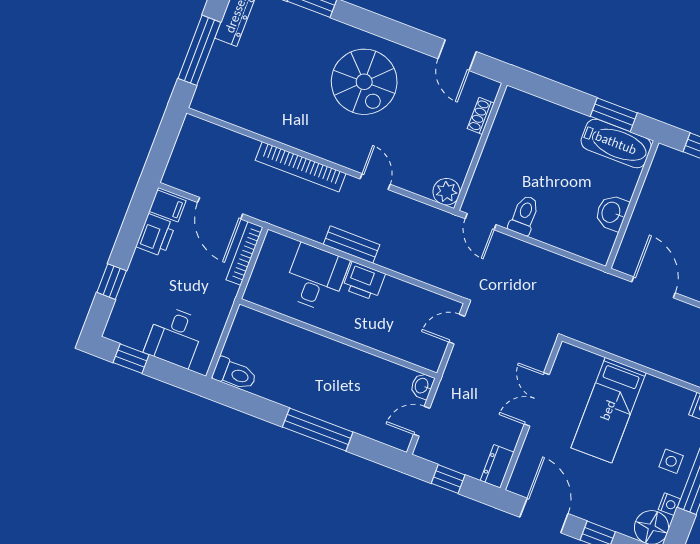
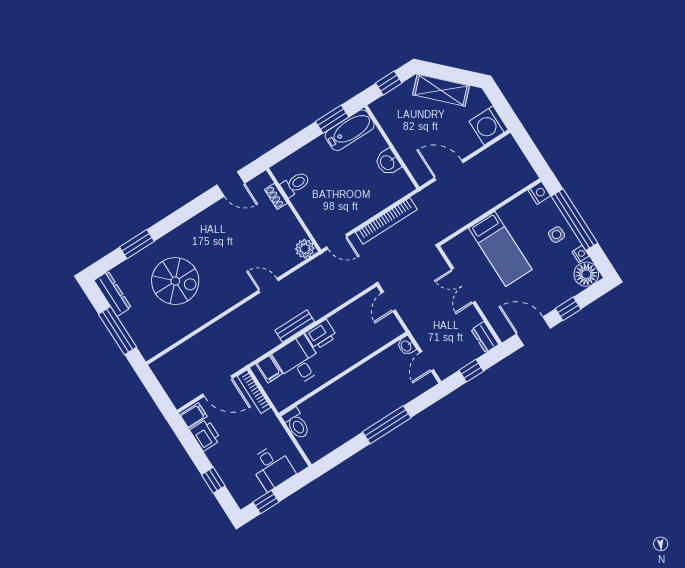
spiral stairs: (364, 82) -> (175, 281), moved
bookcase: (301, 167) -> (386, 221), moved
toilet: (524, 215) -> (295, 184), moved, turned 90
filing cabinet: (282, 252) -> (269, 369), added
toilet: (235, 374) -> (296, 424), moved, turned 90

